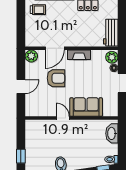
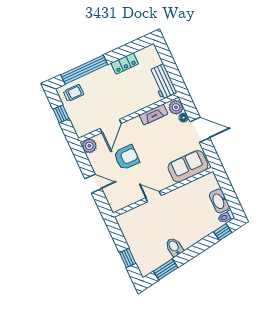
window: (21, 21) -> (61, 114), added
fireplace: (79, 55) -> (154, 115), moved
door: (21, 87) -> (93, 184), hinge flipped
sofa: (86, 107) -> (188, 166), moved
washbasin: (112, 133) -> (219, 201), moved

